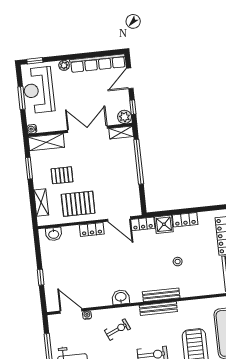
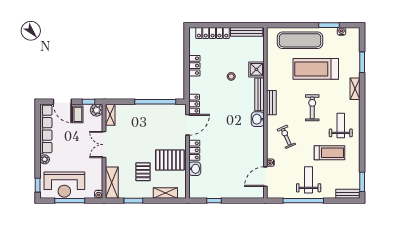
coffee table: (118, 97) -> (78, 114), added
window: (21, 98) -> (70, 201), width x1.44
double door: (87, 129) -> (104, 145), width x0.73
window: (139, 162) -> (155, 102), moved
pallet: (78, 204) -> (170, 160), turned 90
shower: (164, 224) -> (256, 69), moved
washbasin: (54, 234) -> (195, 169), moved
window: (41, 277) -> (214, 201), moved
washbasin: (121, 297) -> (258, 119), moved
bench: (158, 308) -> (271, 103), width x0.73

